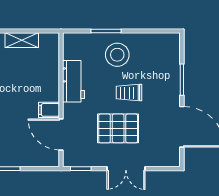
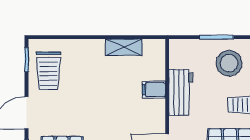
filing cabinet: (49, 110) -> (154, 90), moved

